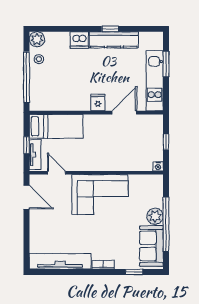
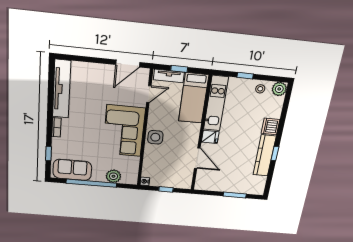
window: (26, 77) -> (245, 76), width x0.32
kitchen unit: (155, 81) -> (216, 103), moved, turned 90
side table: (104, 161) -> (155, 137), added
plant: (155, 216) -> (113, 176), moved

